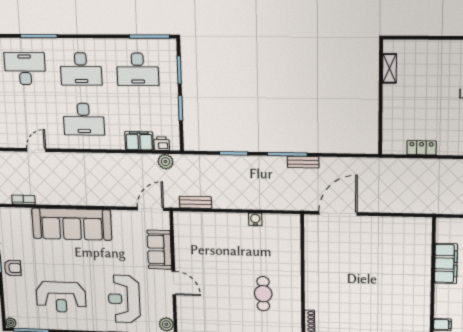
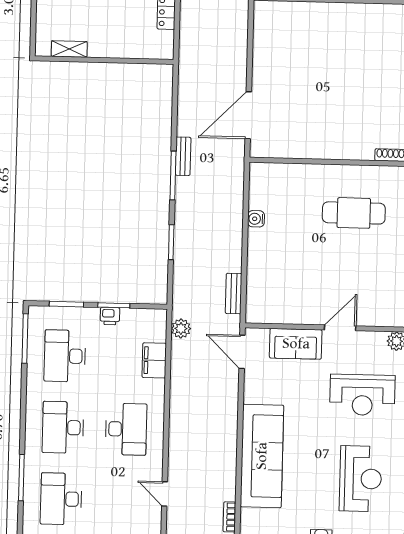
desk: (81, 69) -> (63, 427), turned 180
desk: (138, 69) -> (65, 356), turned 180
printer: (162, 144) -> (110, 316), moved, turned -90
door: (338, 213) -> (248, 115), hinge flipped
cafe table: (263, 294) -> (354, 213), width x1.37, depth x1.35

